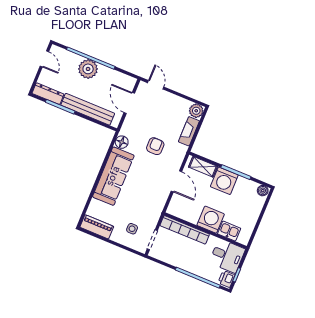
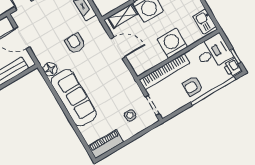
kitchen sink: (229, 231) -> (204, 21), moved, turned -90
armchair: (190, 260) -> (193, 86), added

